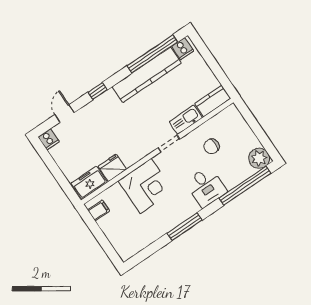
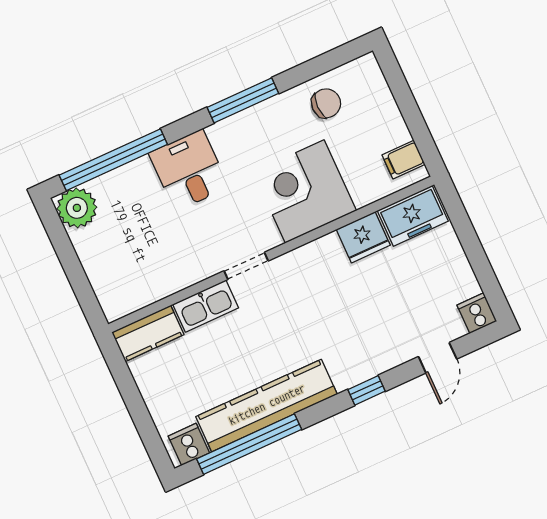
chair: (212, 146) -> (326, 103), moved

